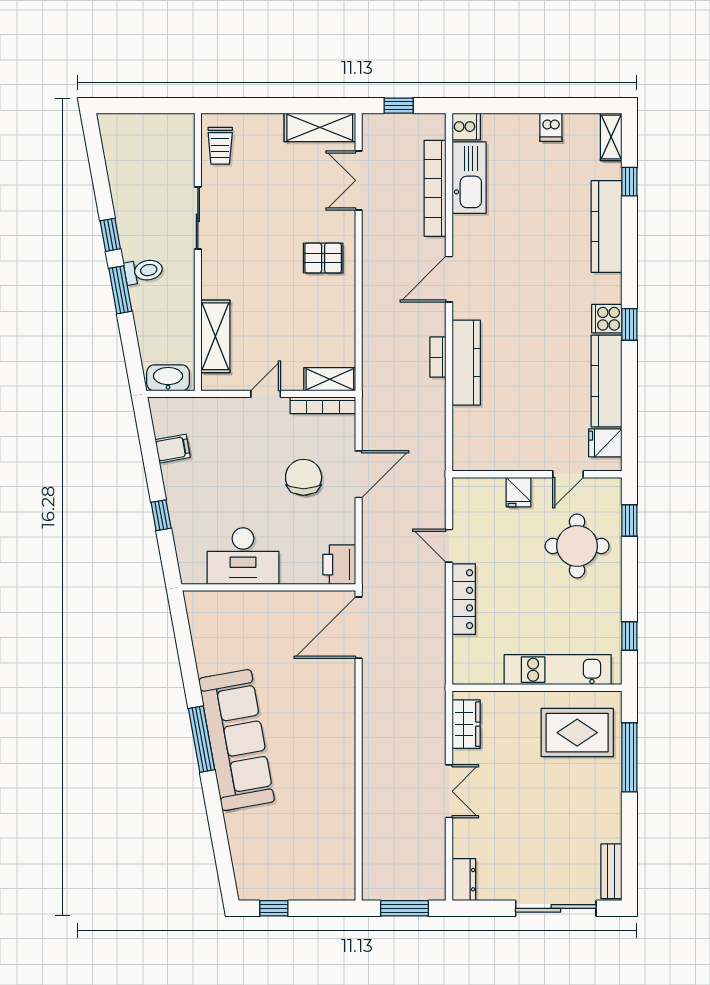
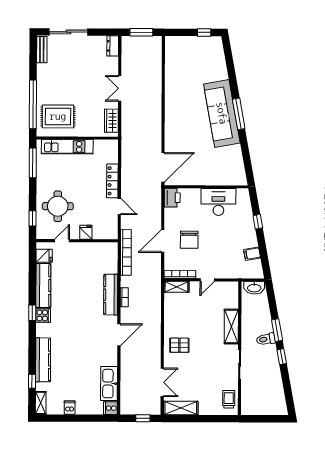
bookcase: (435, 188) -> (126, 252), moved
shelving: (215, 336) -> (231, 327), moved
window: (629, 636) -> (33, 163), width x2.17
window: (629, 757) -> (33, 104), width x1.46

